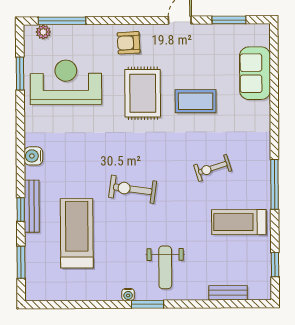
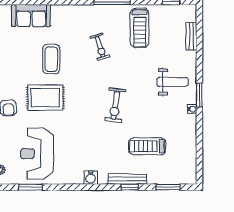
treadmill: (77, 233) -> (147, 146), width x0.73, depth x0.73

